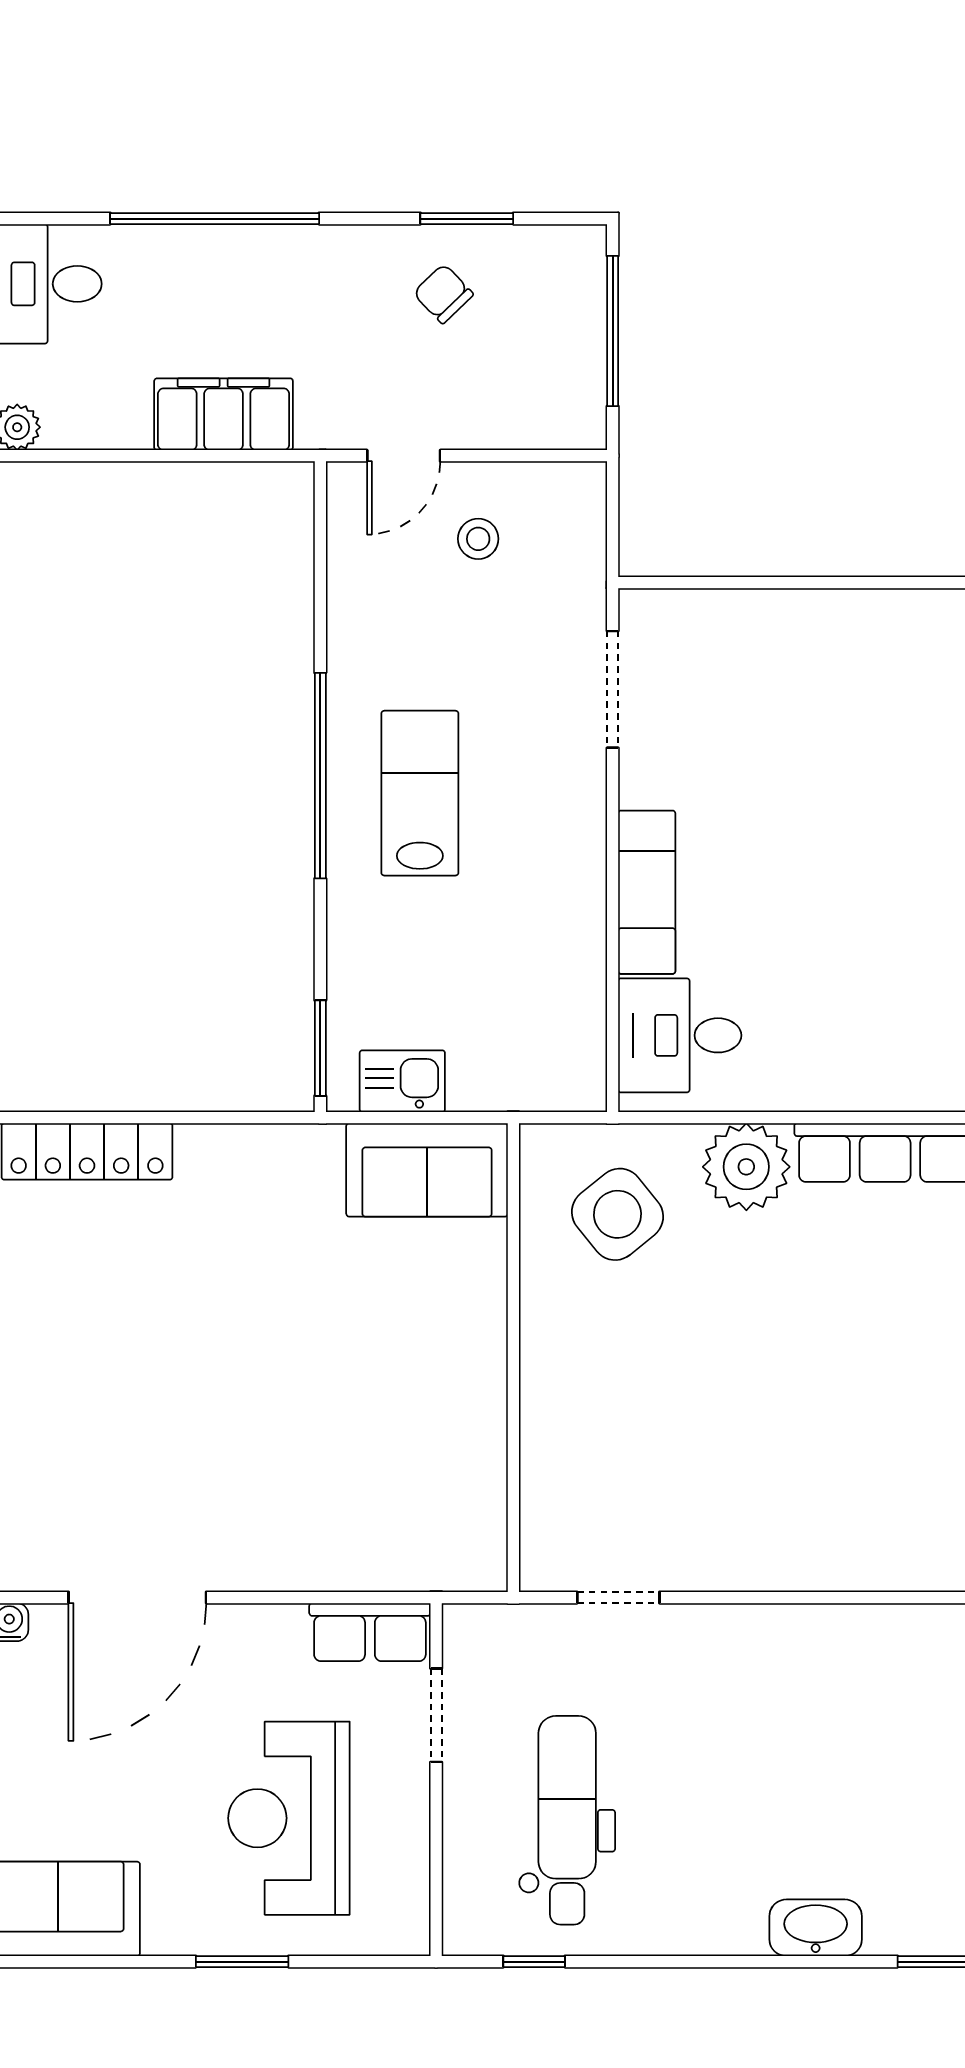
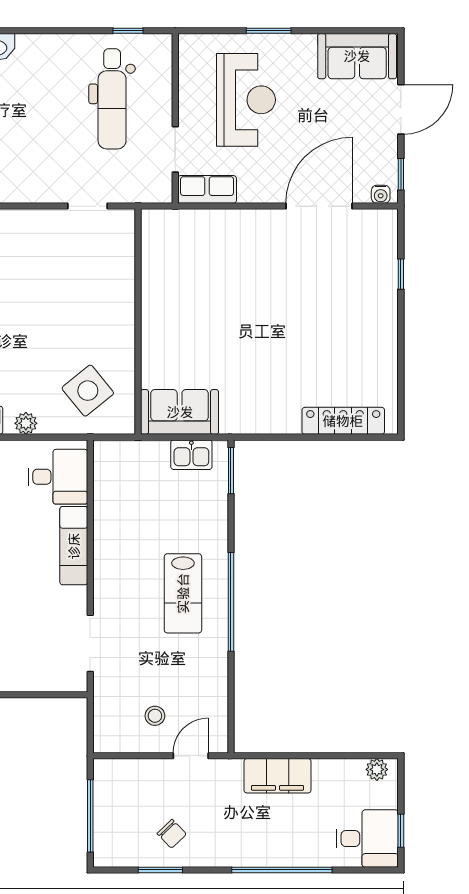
plant: (746, 1167) -> (26, 423), width x0.53, depth x0.53

